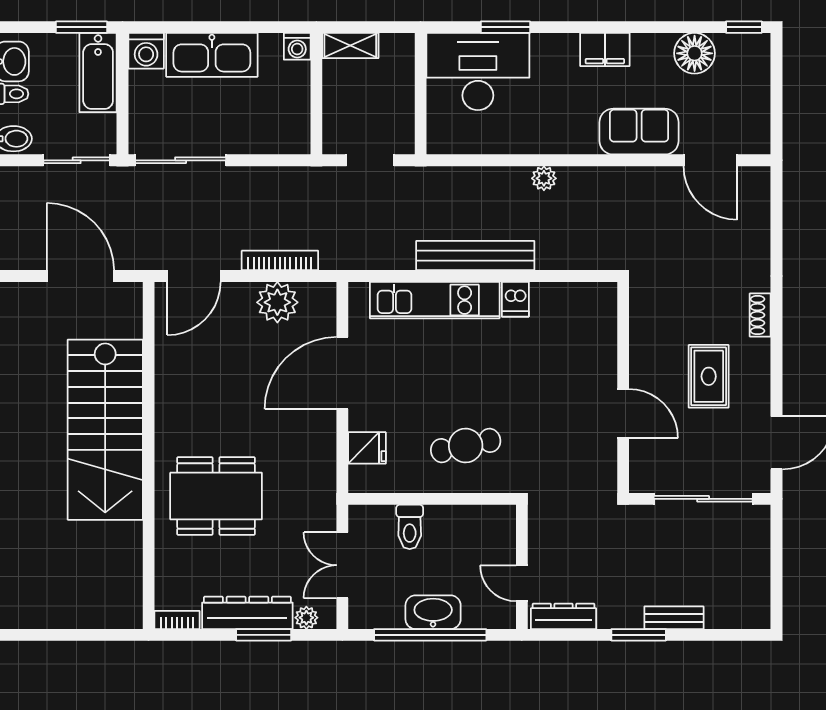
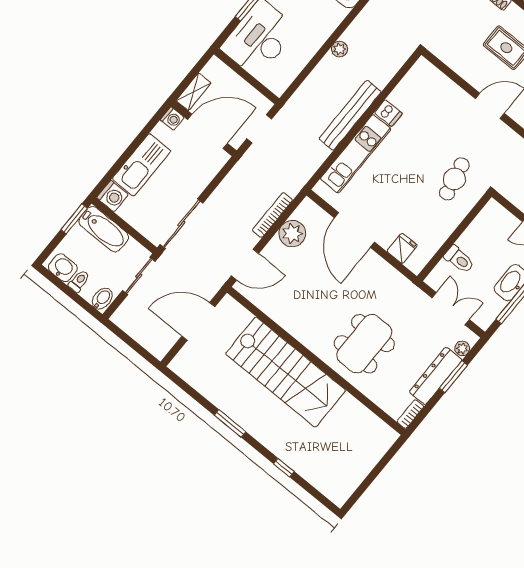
door: (316, 101) -> (207, 131), added
door: (194, 276) -> (245, 265), hinge flipped
cafe table: (466, 446) -> (454, 179), moved
double door: (342, 565) -> (451, 309), swing flipped

